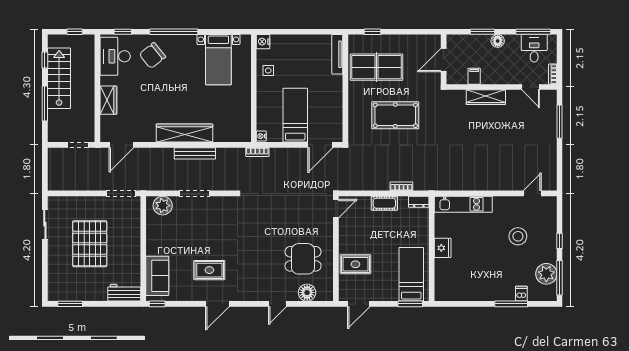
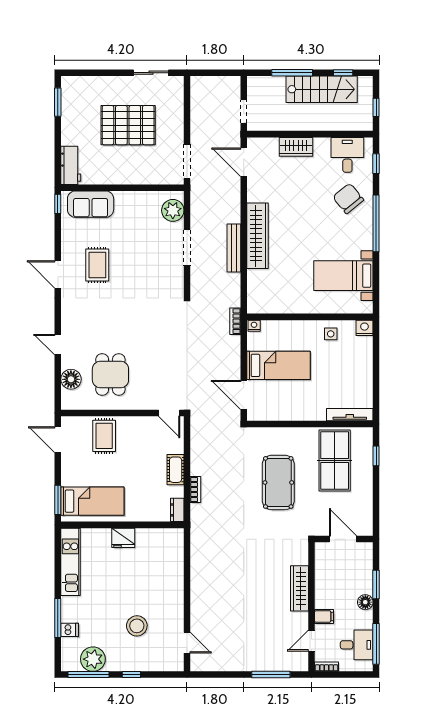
desk: (115, 56) -> (347, 155), width x0.73
filing cabinet: (474, 76) -> (324, 616), moved
kitchen unit: (463, 204) -> (70, 562), moved, turned 180

